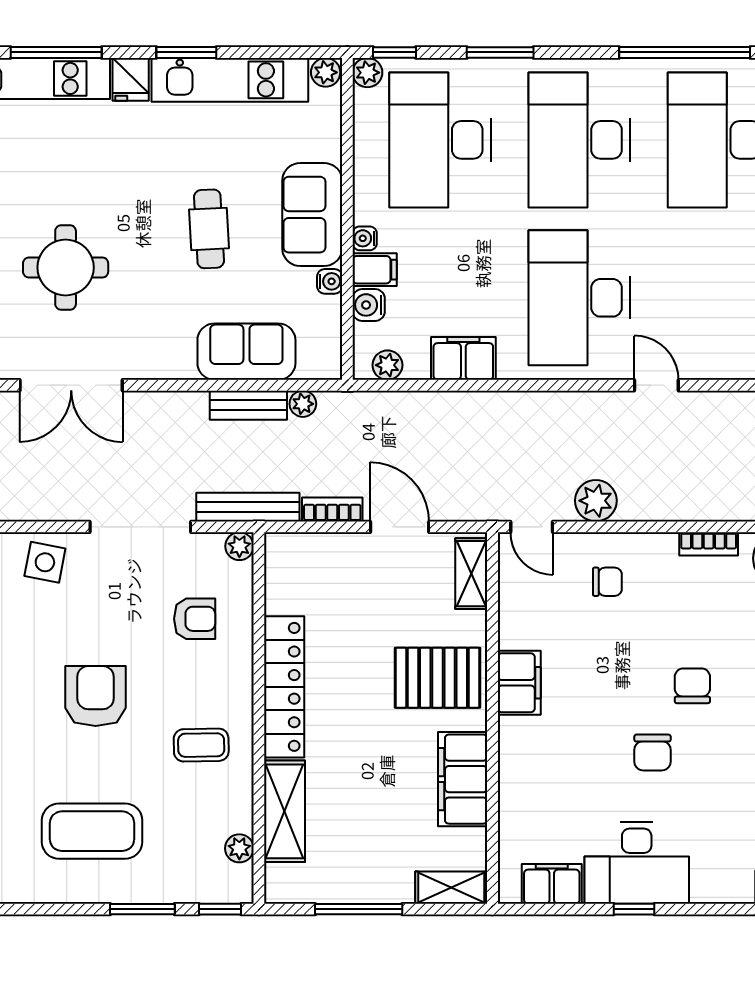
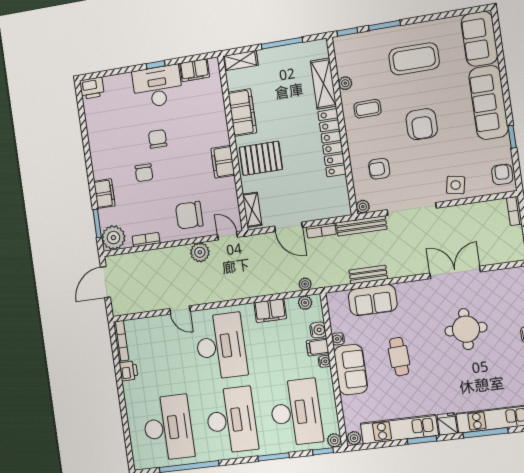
plant: (303, 404) -> (305, 284), moved
chair: (607, 582) -> (189, 215), width x1.87, depth x1.87
plant: (239, 848) -> (345, 83), moved

